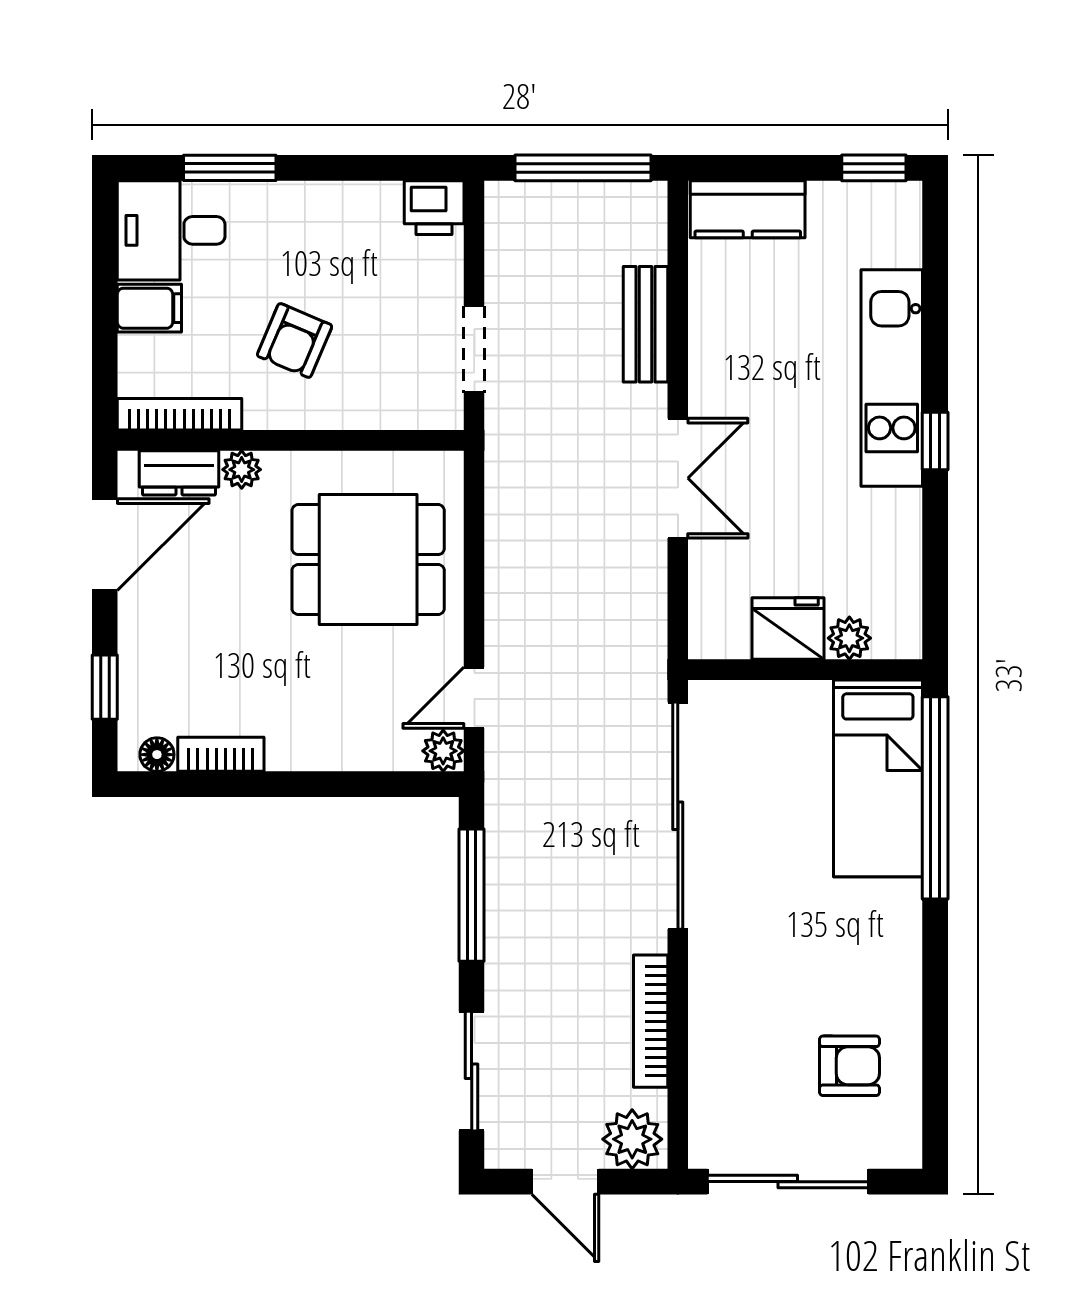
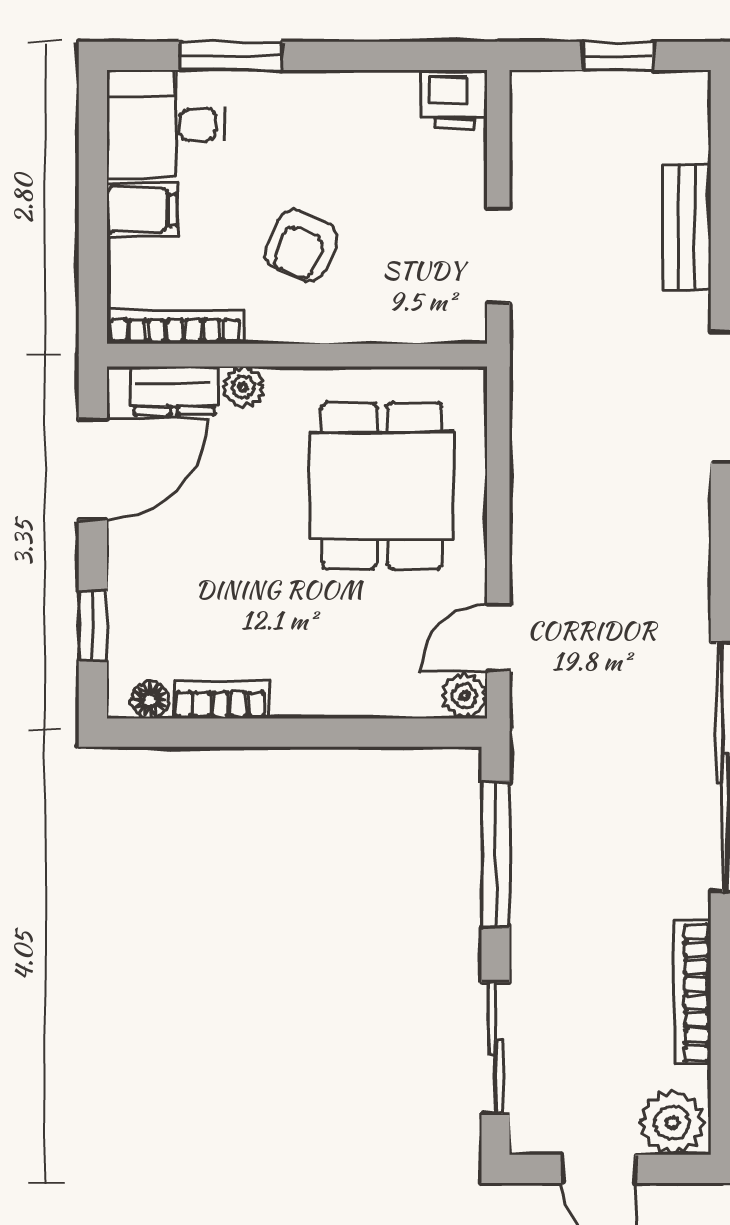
window: (583, 168) -> (618, 56), width x0.46
dining table: (368, 560) -> (382, 486), turned 90

